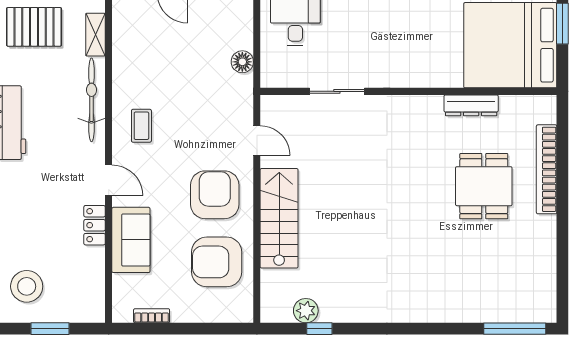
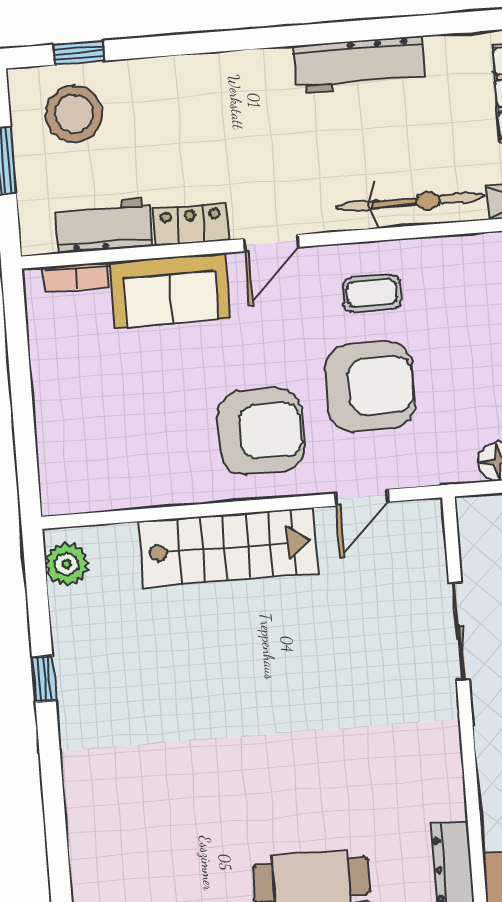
armchair: (217, 262) -> (370, 386), moved, turned 90
workbench: (91, 275) -> (104, 226), added
plant: (306, 311) -> (67, 564), moved
bookcase: (152, 316) -> (76, 277), moved, turned 90
window: (319, 329) -> (44, 679), moved

